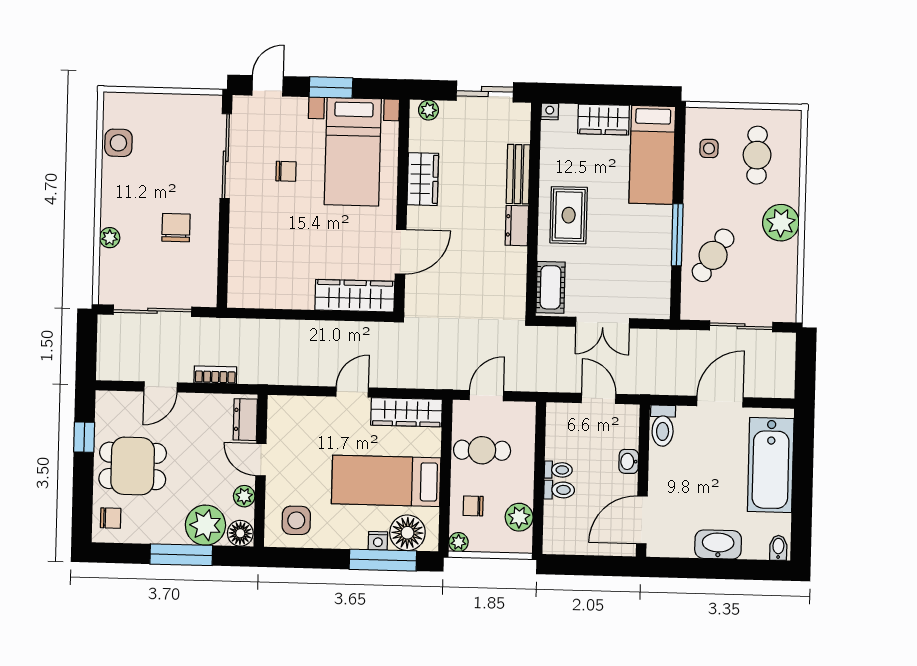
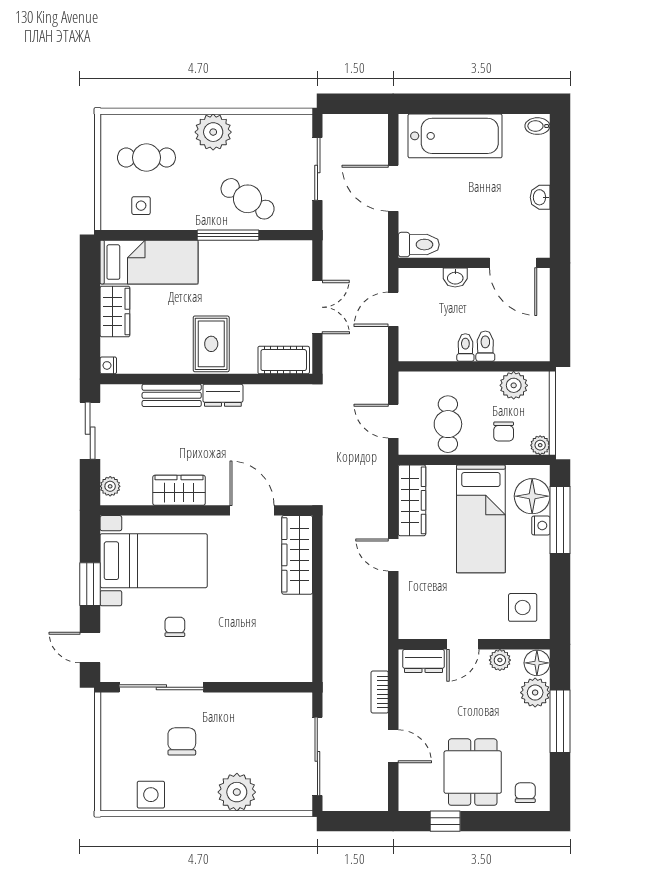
rug: (569, 215) -> (211, 344), turned 90
chair: (176, 228) -> (182, 741), moved, turned 90
plant: (110, 238) -> (237, 792), width x1.88, depth x1.88
plant: (205, 525) -> (535, 693), width x0.73, depth x0.73
washbasin: (718, 544) -> (540, 197), width x0.52, depth x0.69

